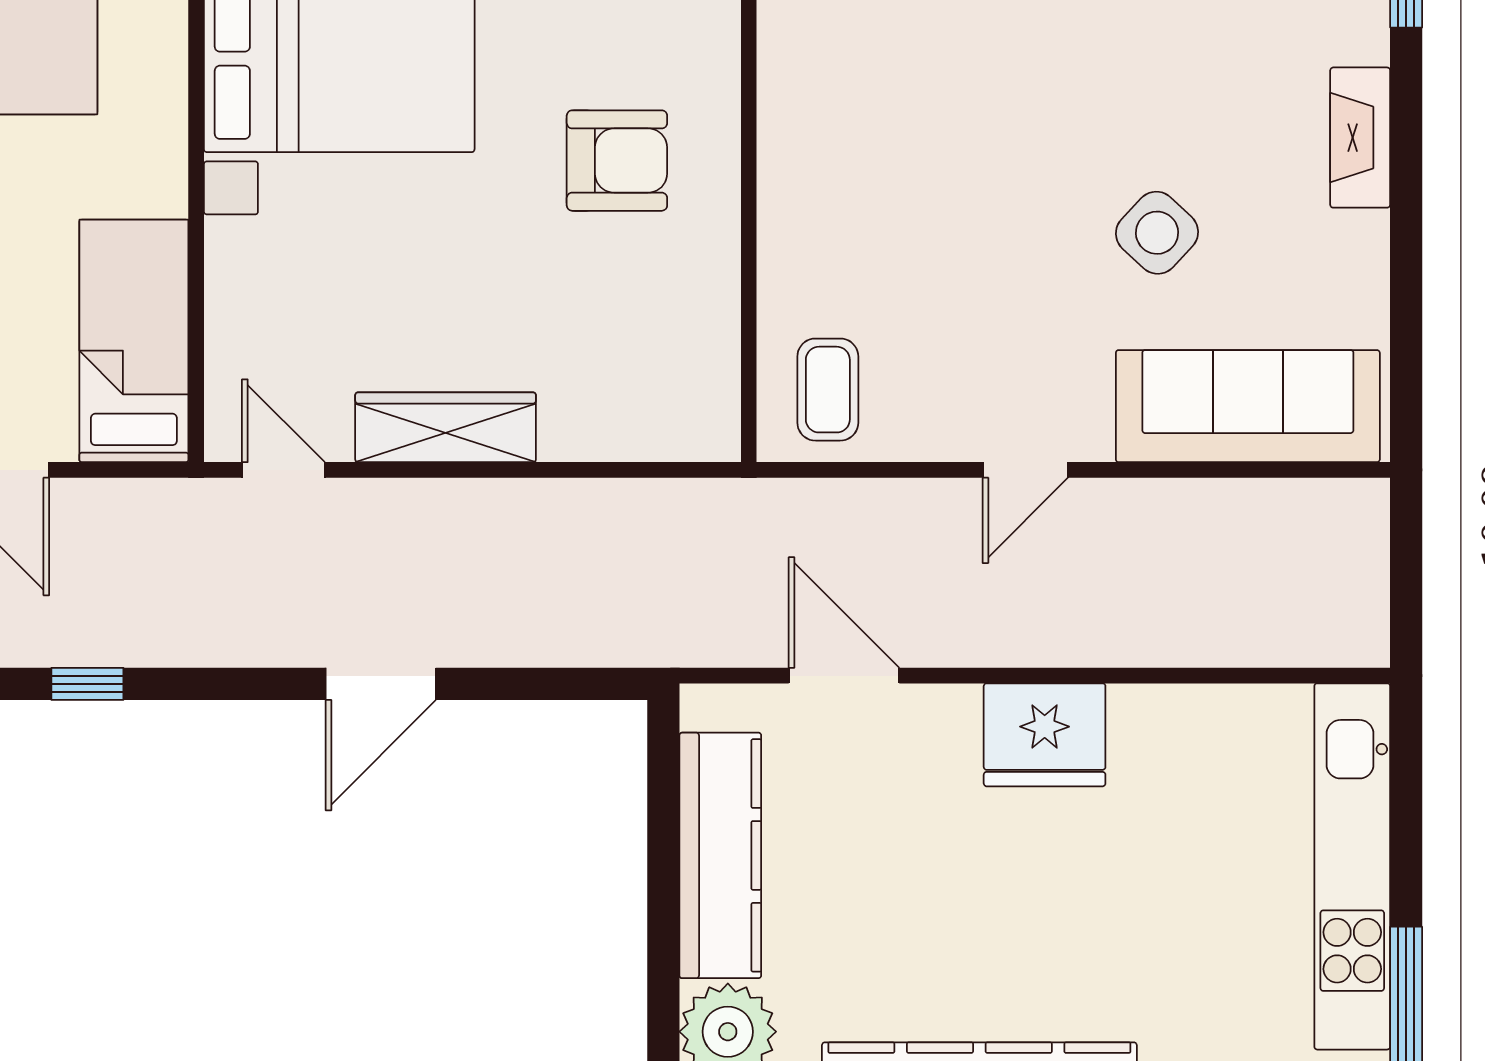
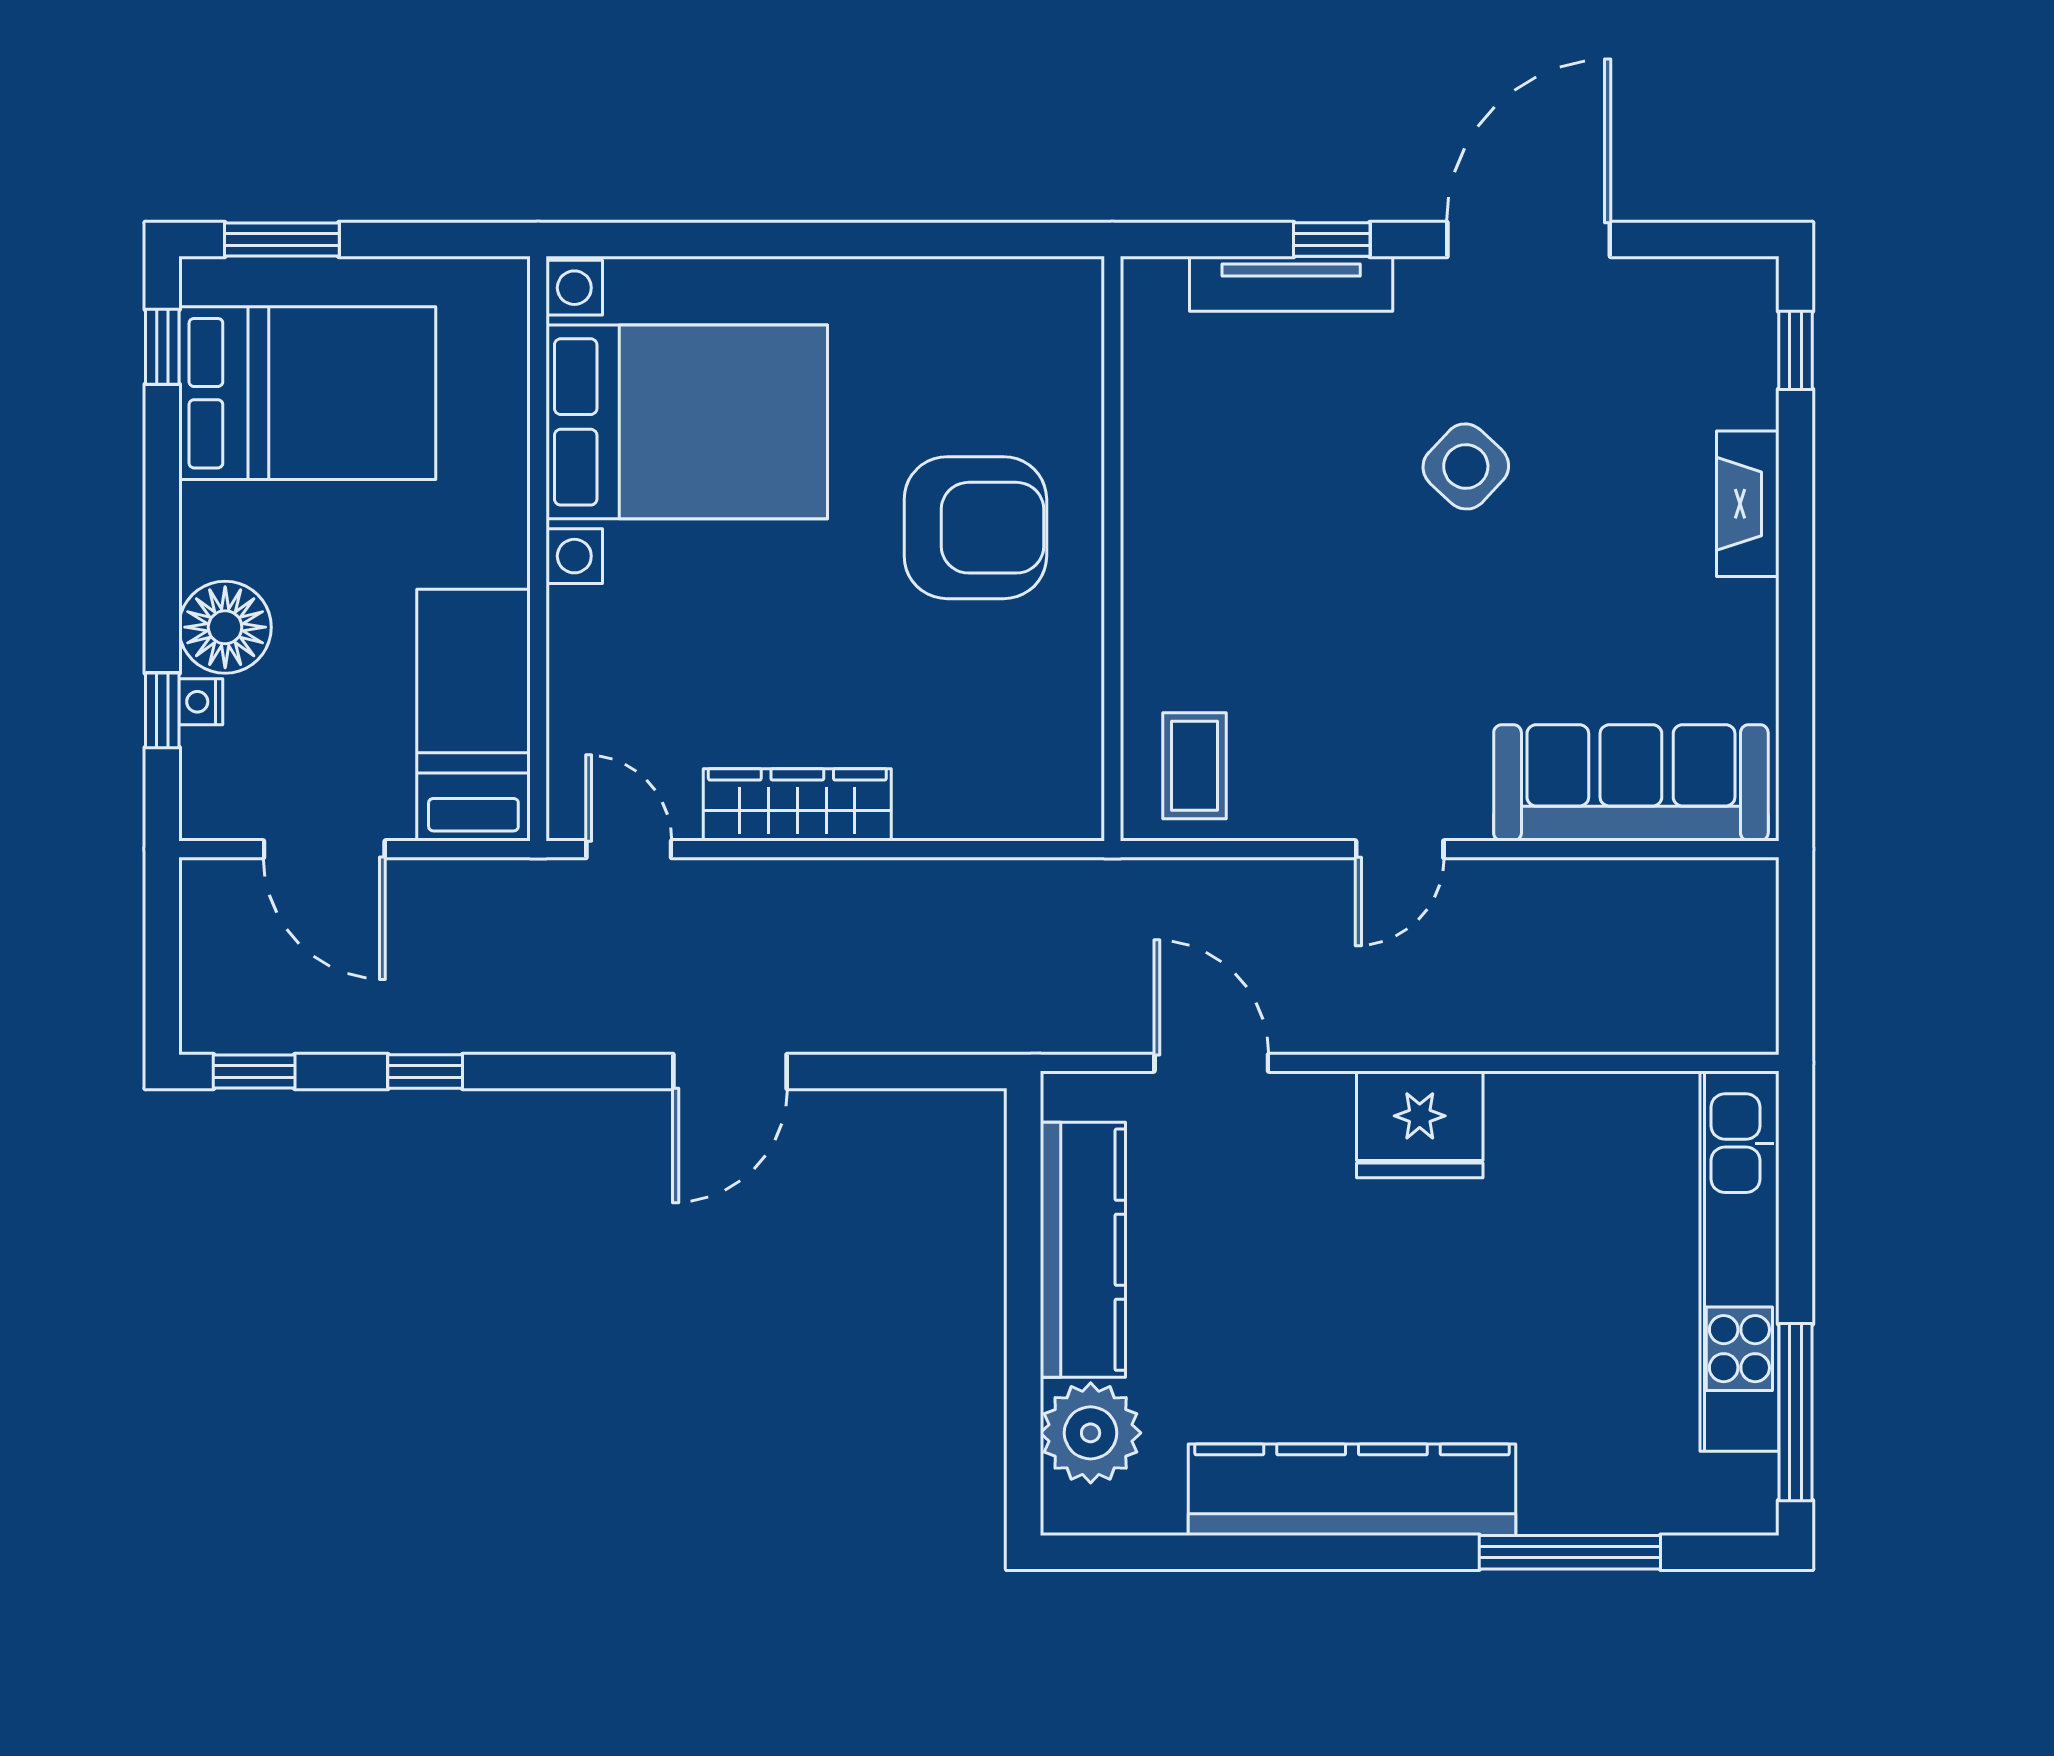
armchair: (617, 161) -> (975, 528), width x1.36, depth x1.36
side table: (1157, 233) -> (1466, 466), moved

